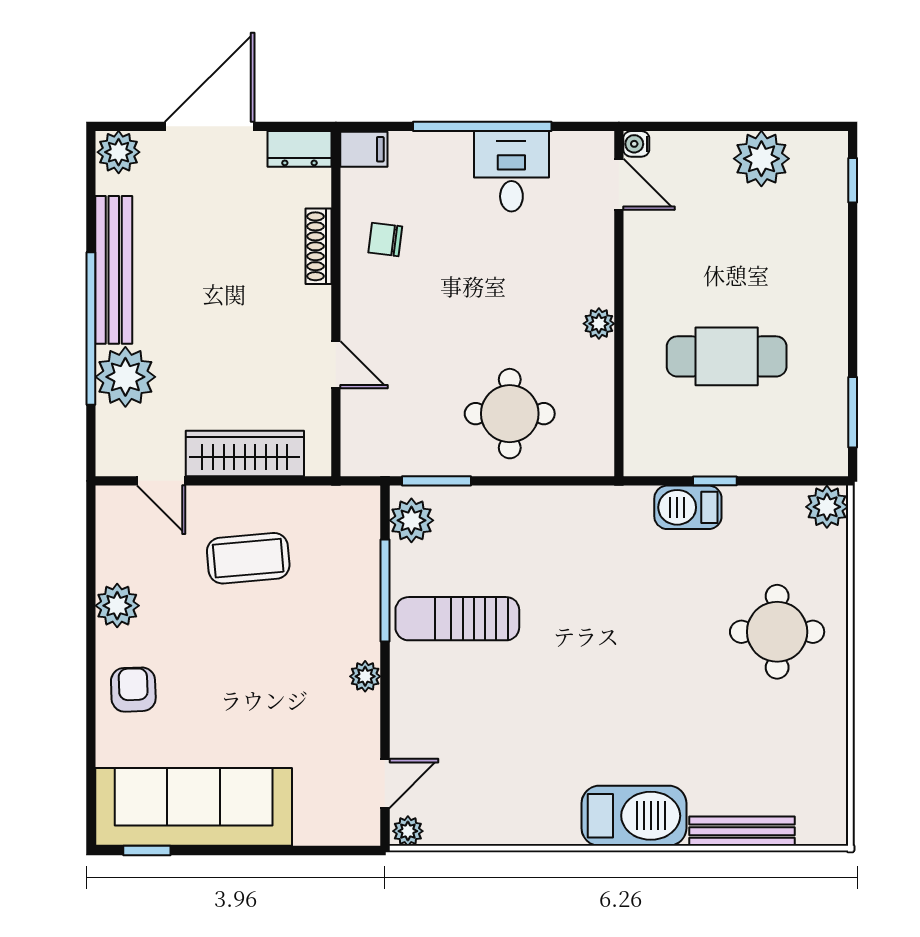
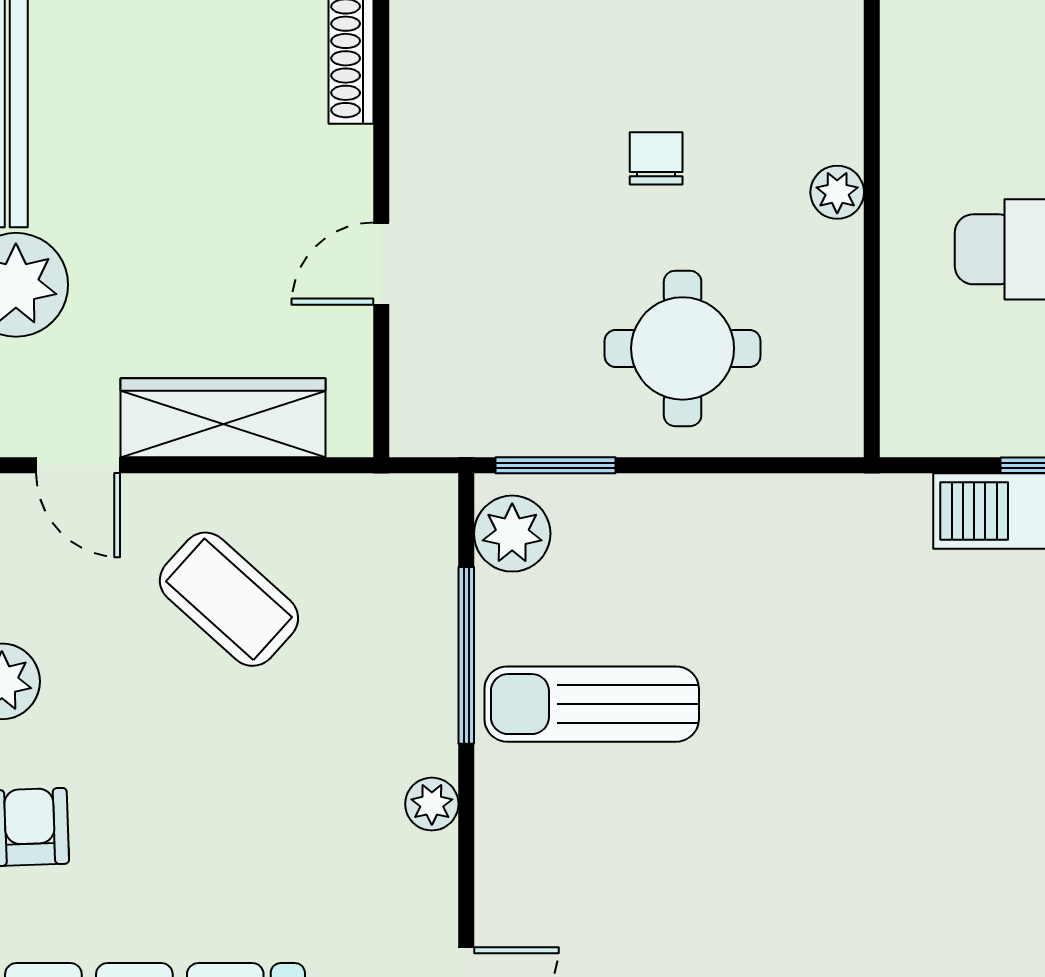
chair: (385, 240) -> (656, 158), moved, turned 83
door: (336, 365) -> (381, 264), swing flipped
coffee table: (248, 558) -> (229, 599), turned 47

